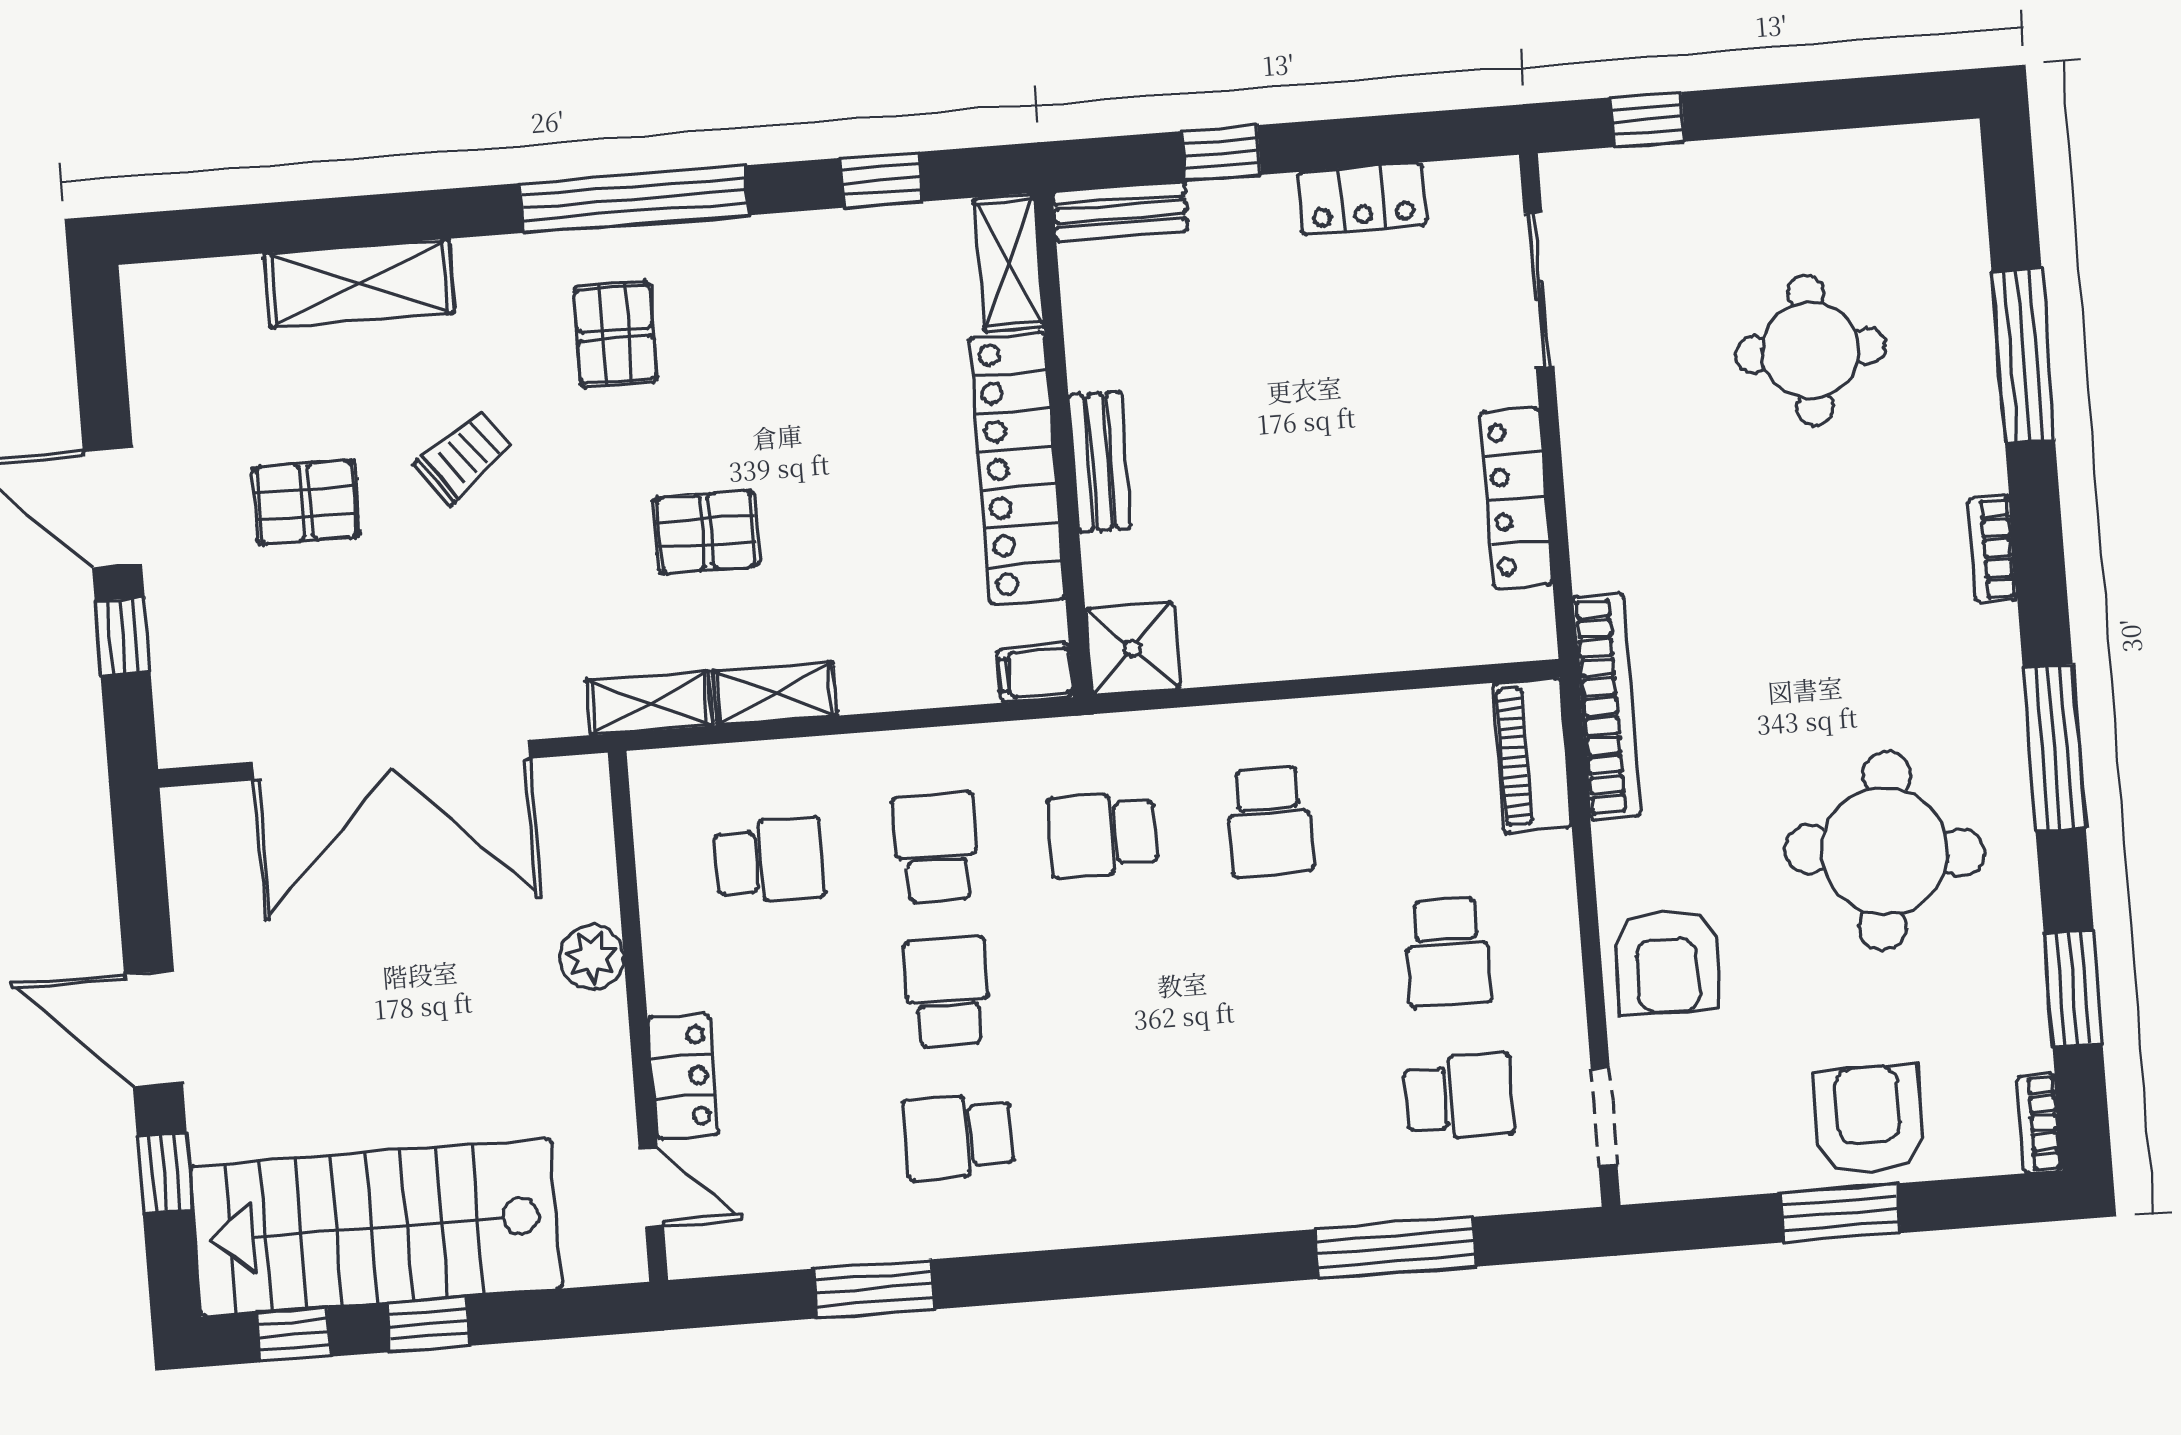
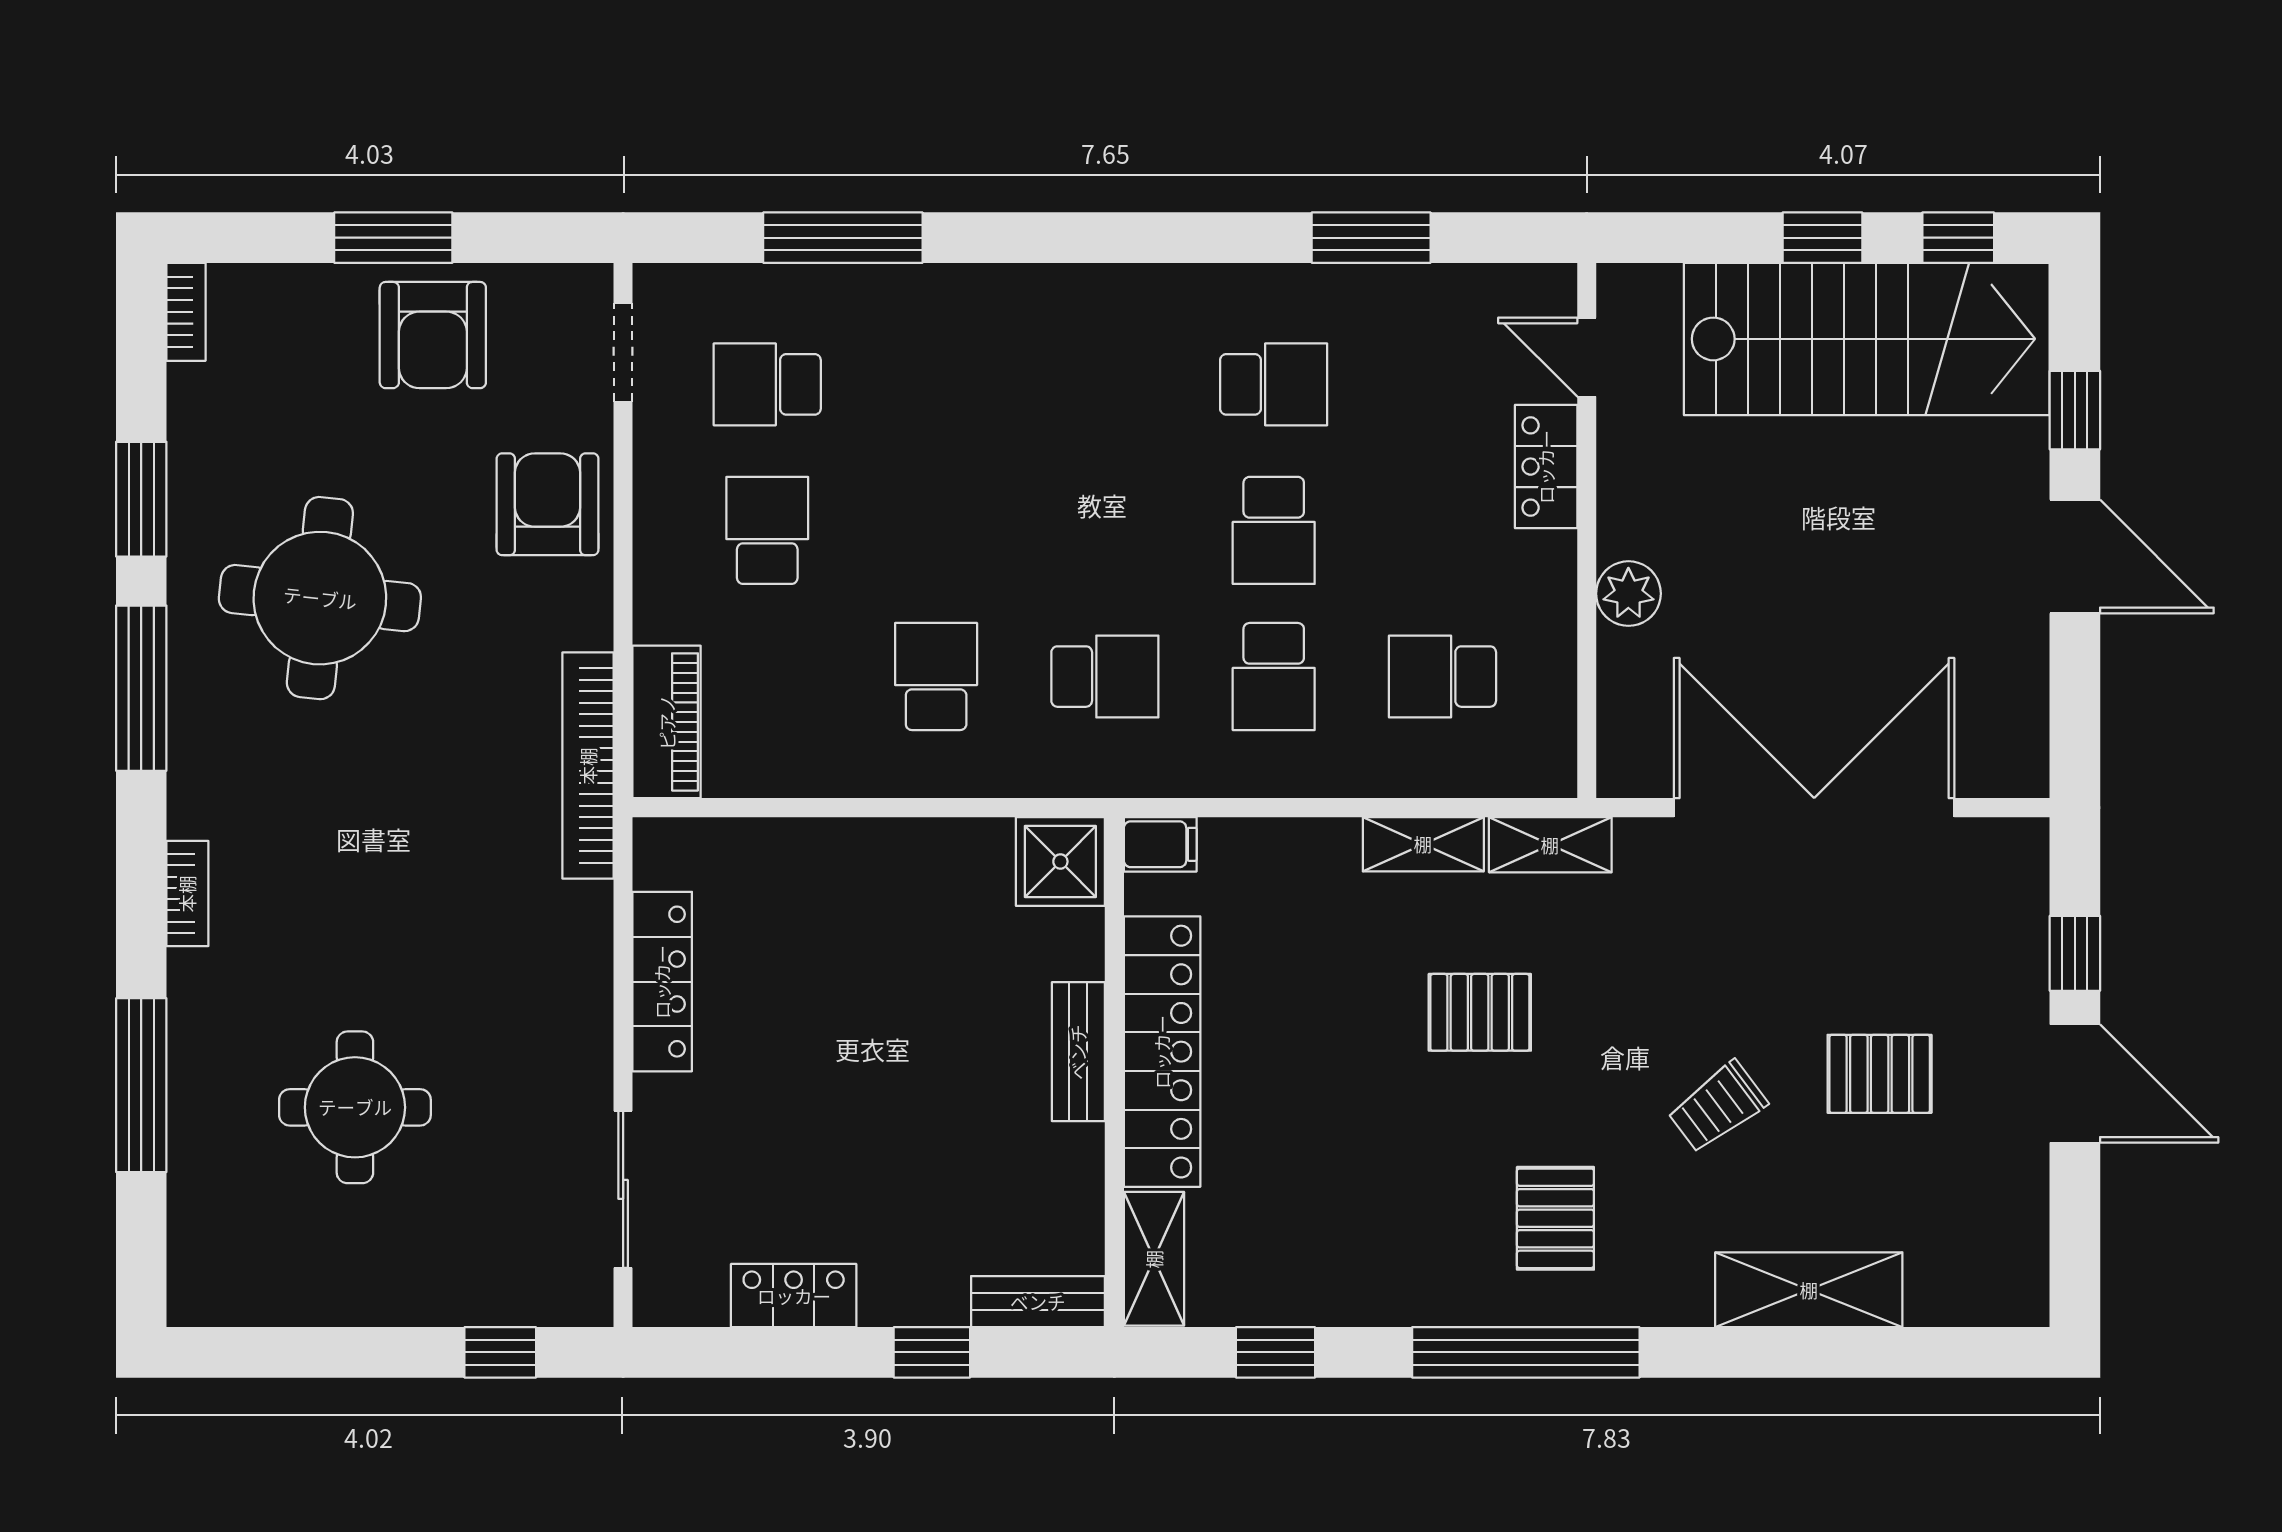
window: (2073, 989) -> (141, 499), moved
armchair: (1869, 1120) -> (433, 335), moved

